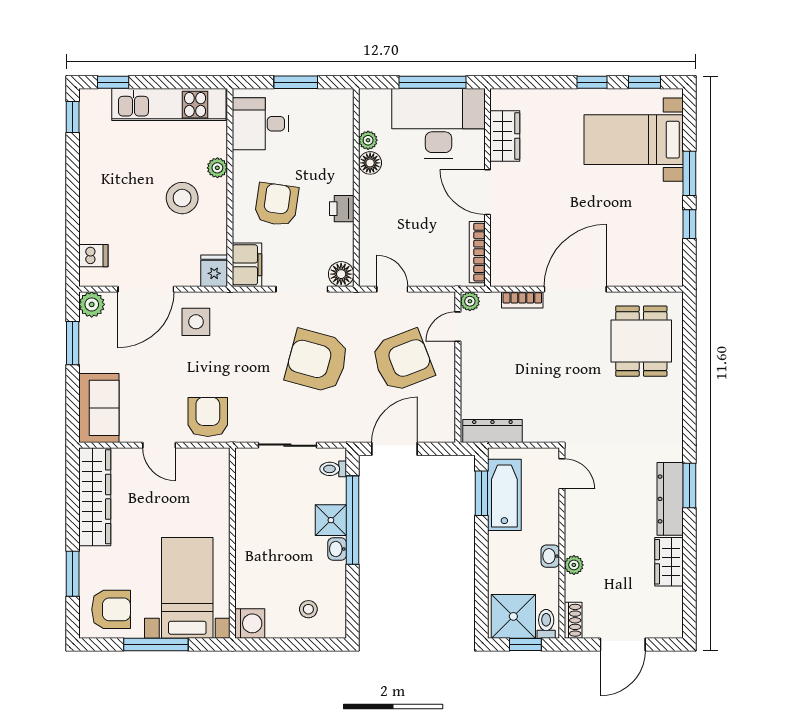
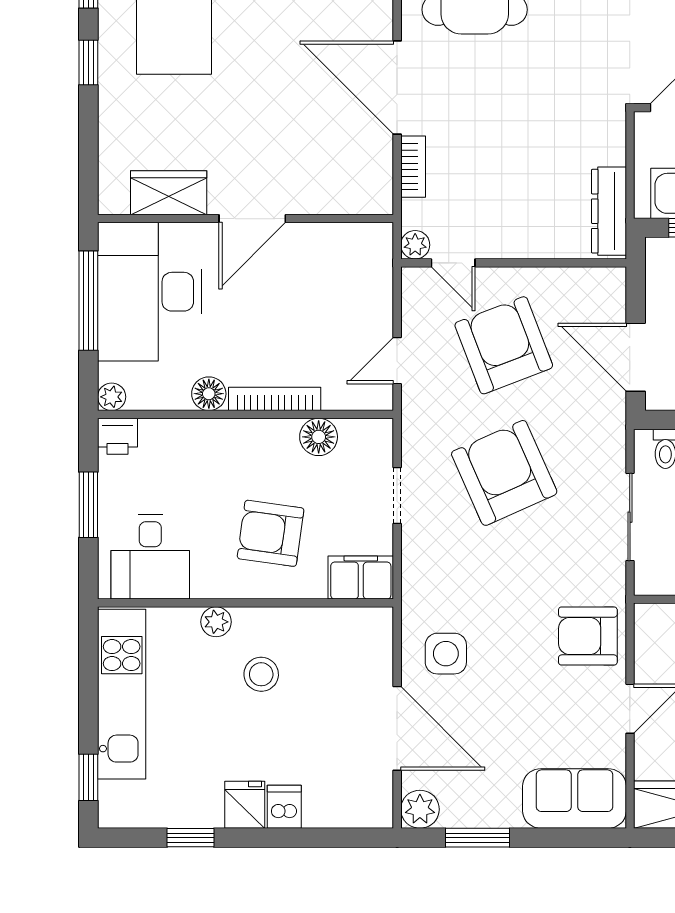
window: (73, 117) -> (191, 838), moved
plant: (368, 140) -> (112, 397), moved
stool: (182, 198) -> (261, 674), width x0.73, depth x0.73
printer: (342, 209) -> (118, 436), moved
bookcase: (477, 252) -> (275, 399), moved, turned 180
dishwasher: (93, 256) -> (284, 807), moved
fridge: (214, 271) -> (245, 805), moved, turned 90
floor lamp: (341, 274) -> (319, 437), moved
doorway: (302, 289) -> (397, 496), width x0.73
armchair: (317, 361) -> (504, 473), turned 141

